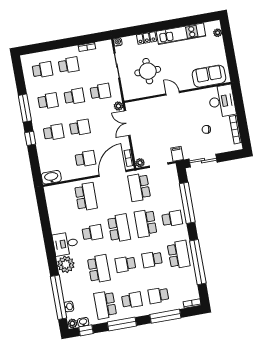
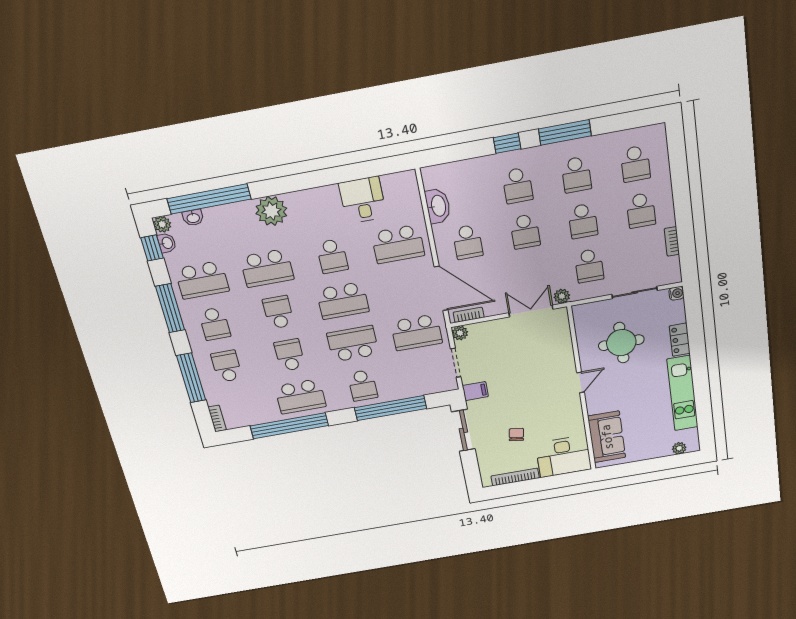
washbasin: (51, 177) -> (438, 206), moved
school desk: (139, 187) -> (416, 332), turned 180
desk: (65, 244) -> (363, 200), moved
school desk: (105, 305) -> (202, 280), turned 180

